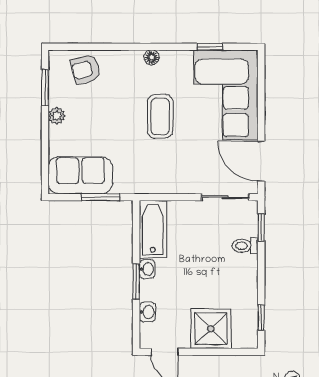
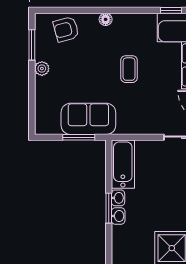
floor lamp: (152, 57) -> (106, 19), moved
coffee table: (160, 116) -> (129, 69), width x0.73, depth x0.77
sofa: (80, 175) -> (88, 119), moved
washbasin: (147, 312) -> (118, 216), moved

